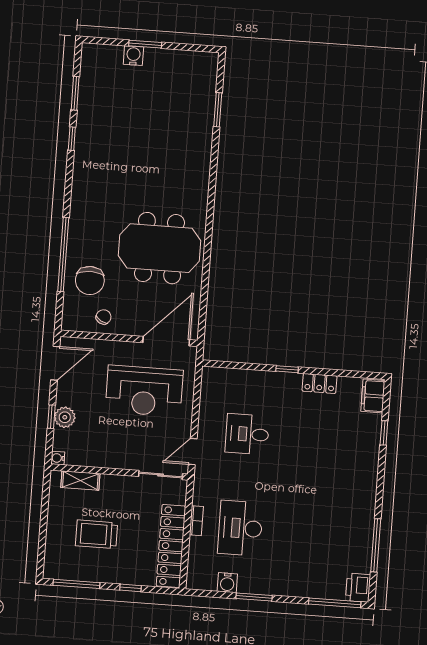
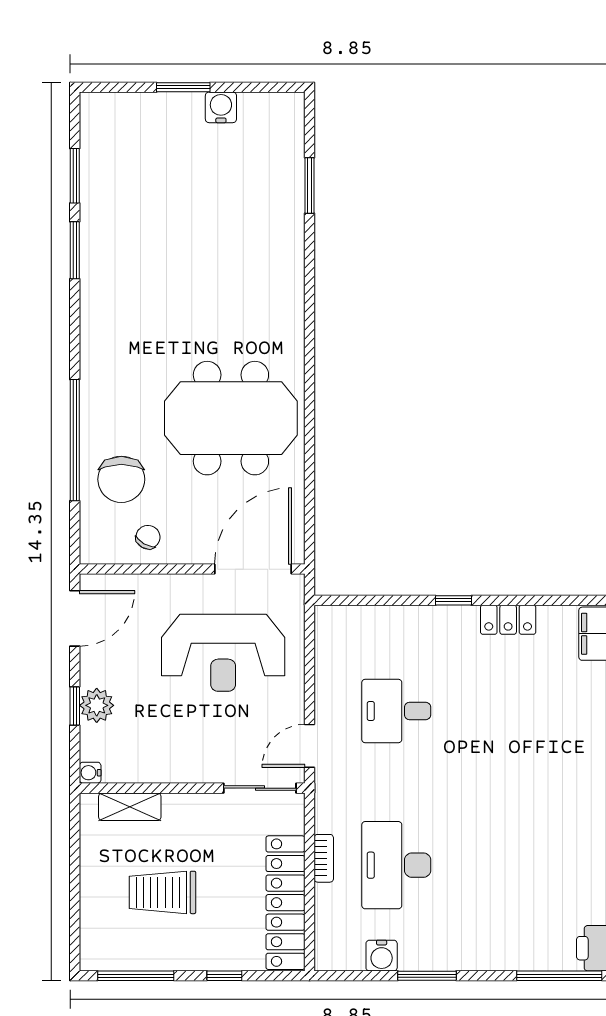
water cooler: (133, 56) -> (221, 107), moved
window: (72, 139) -> (75, 250), width x1.50

